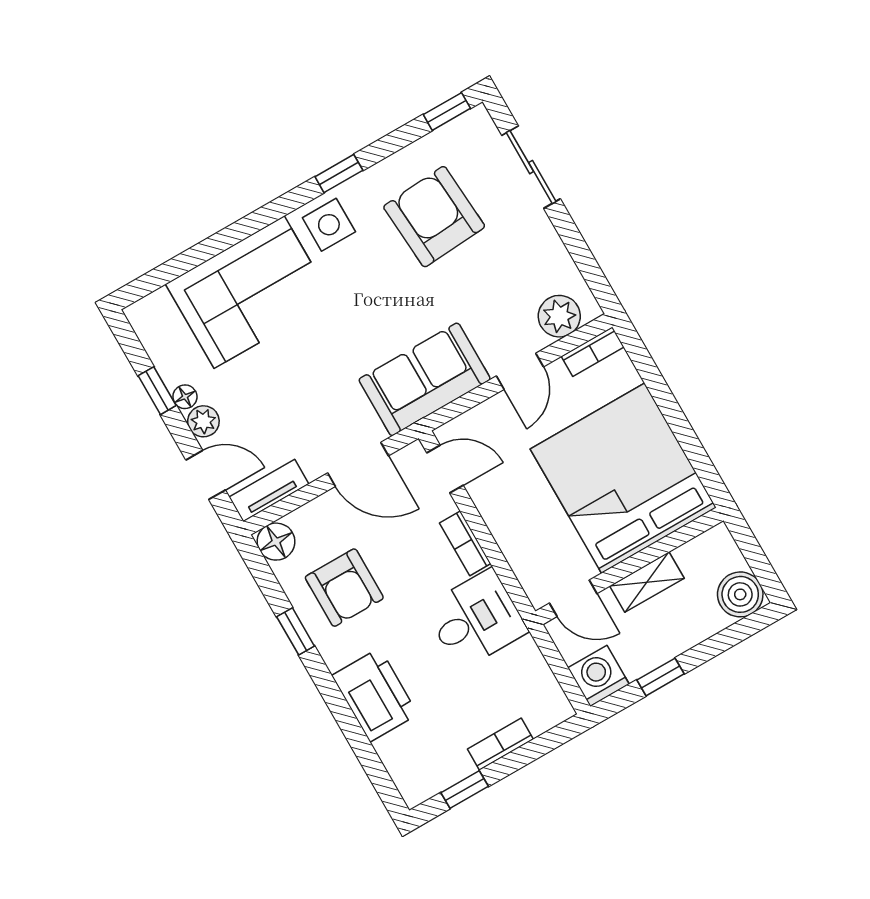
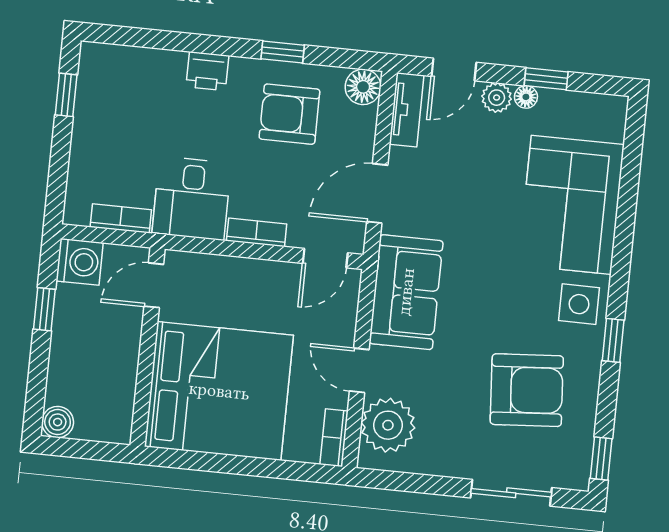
plant: (559, 316) -> (388, 425), width x1.36, depth x1.36
shelving: (647, 582) -> (125, 352), removed
boiler: (740, 594) -> (58, 422), width x0.73, depth x0.73
printer: (375, 695) -> (207, 71), width x0.53, depth x0.68
bookcase: (500, 744) -> (121, 218), moved, turned -90

